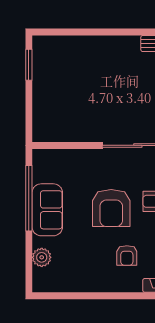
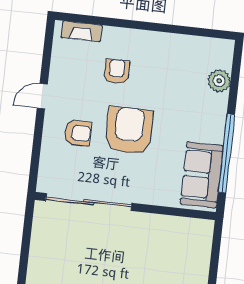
sofa: (47, 210) -> (202, 175), moved

